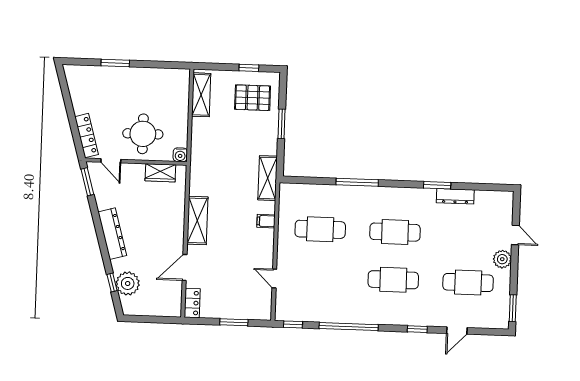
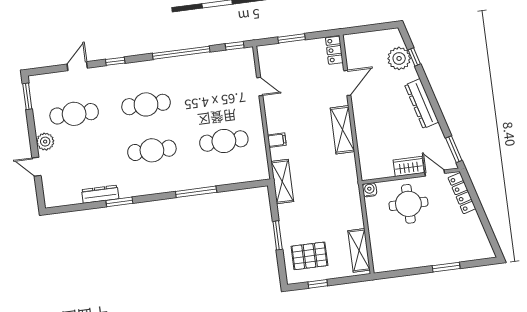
wardrobe: (160, 173) -> (409, 166), moved

